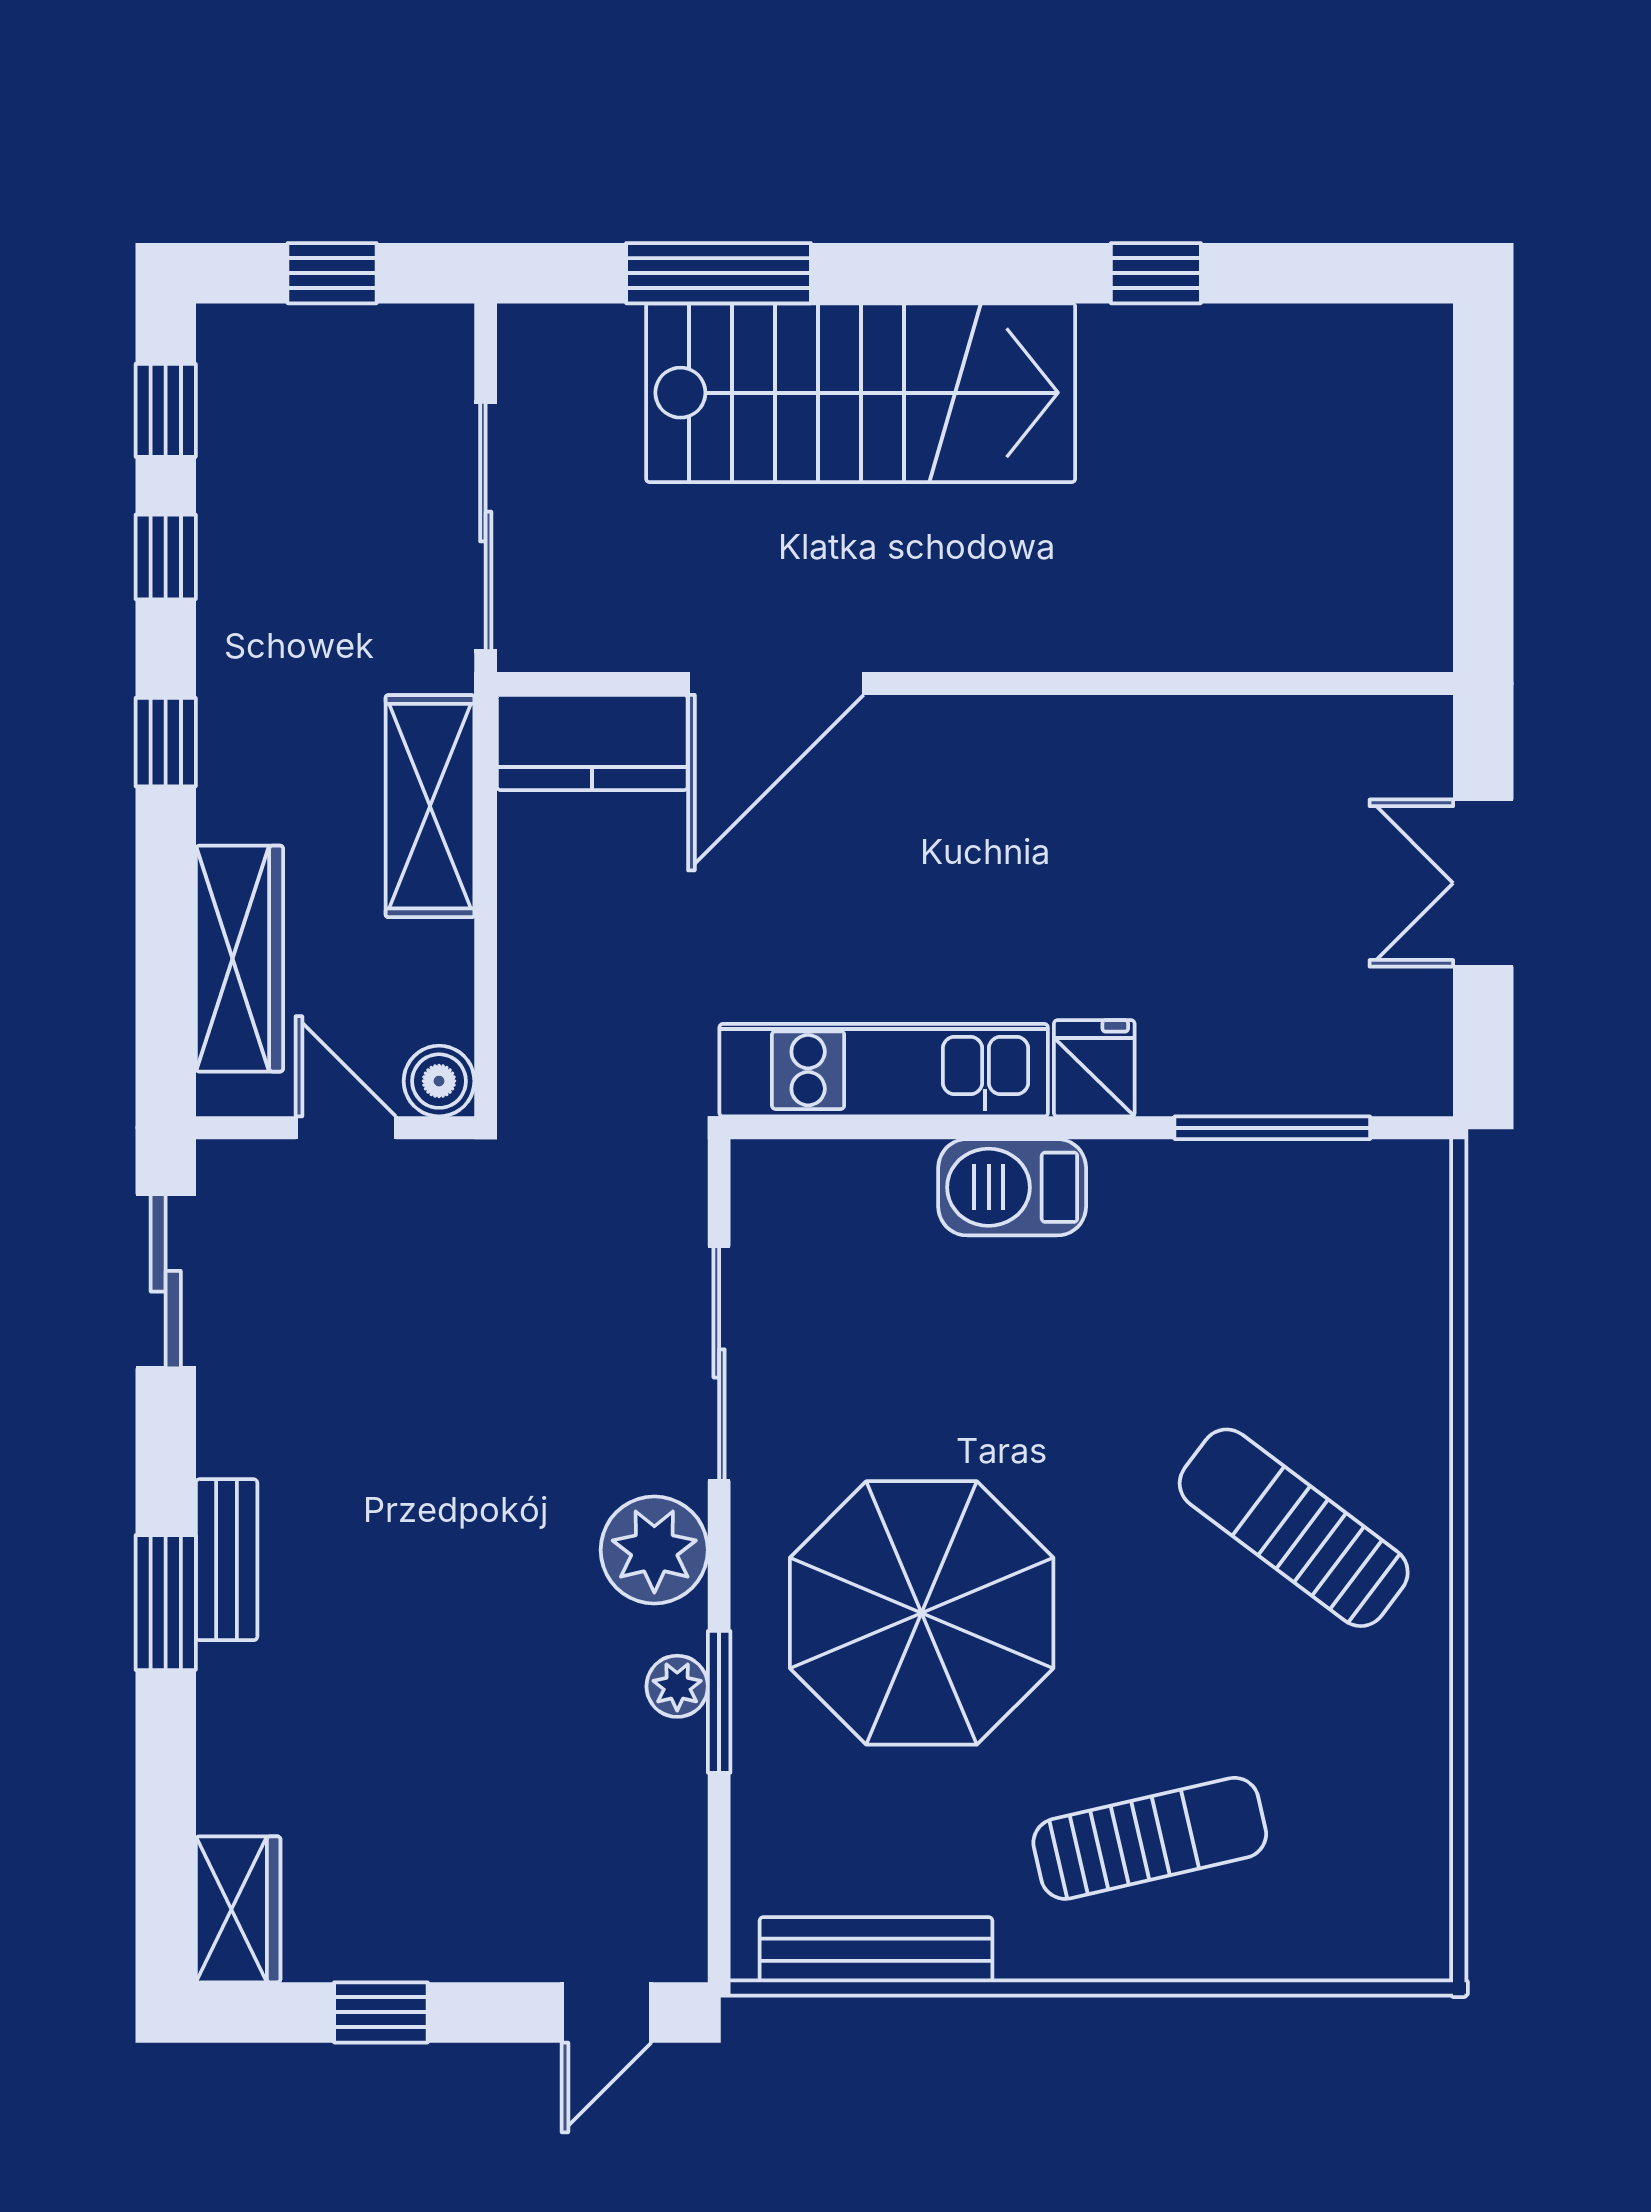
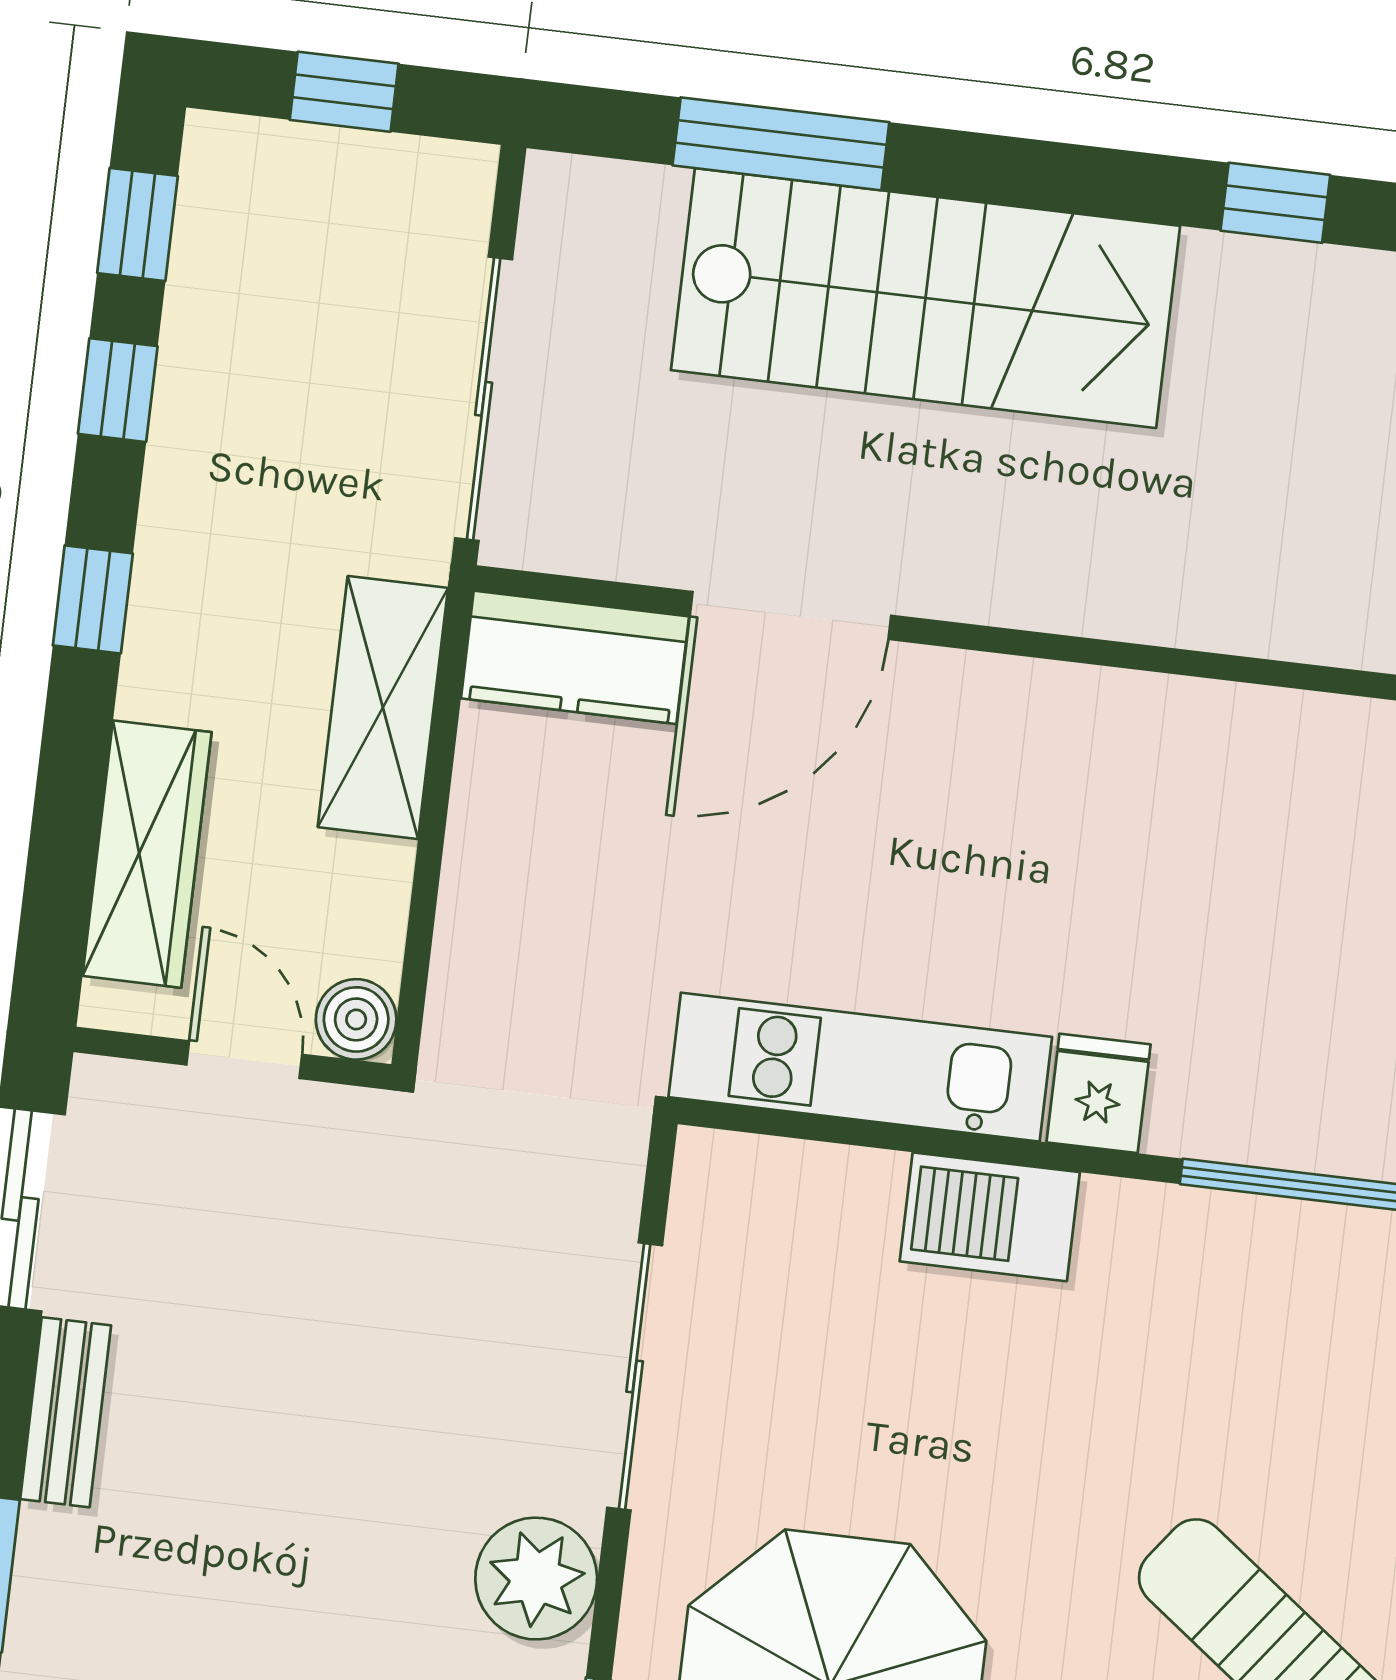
bench: (227, 1560) -> (66, 1412), moved

